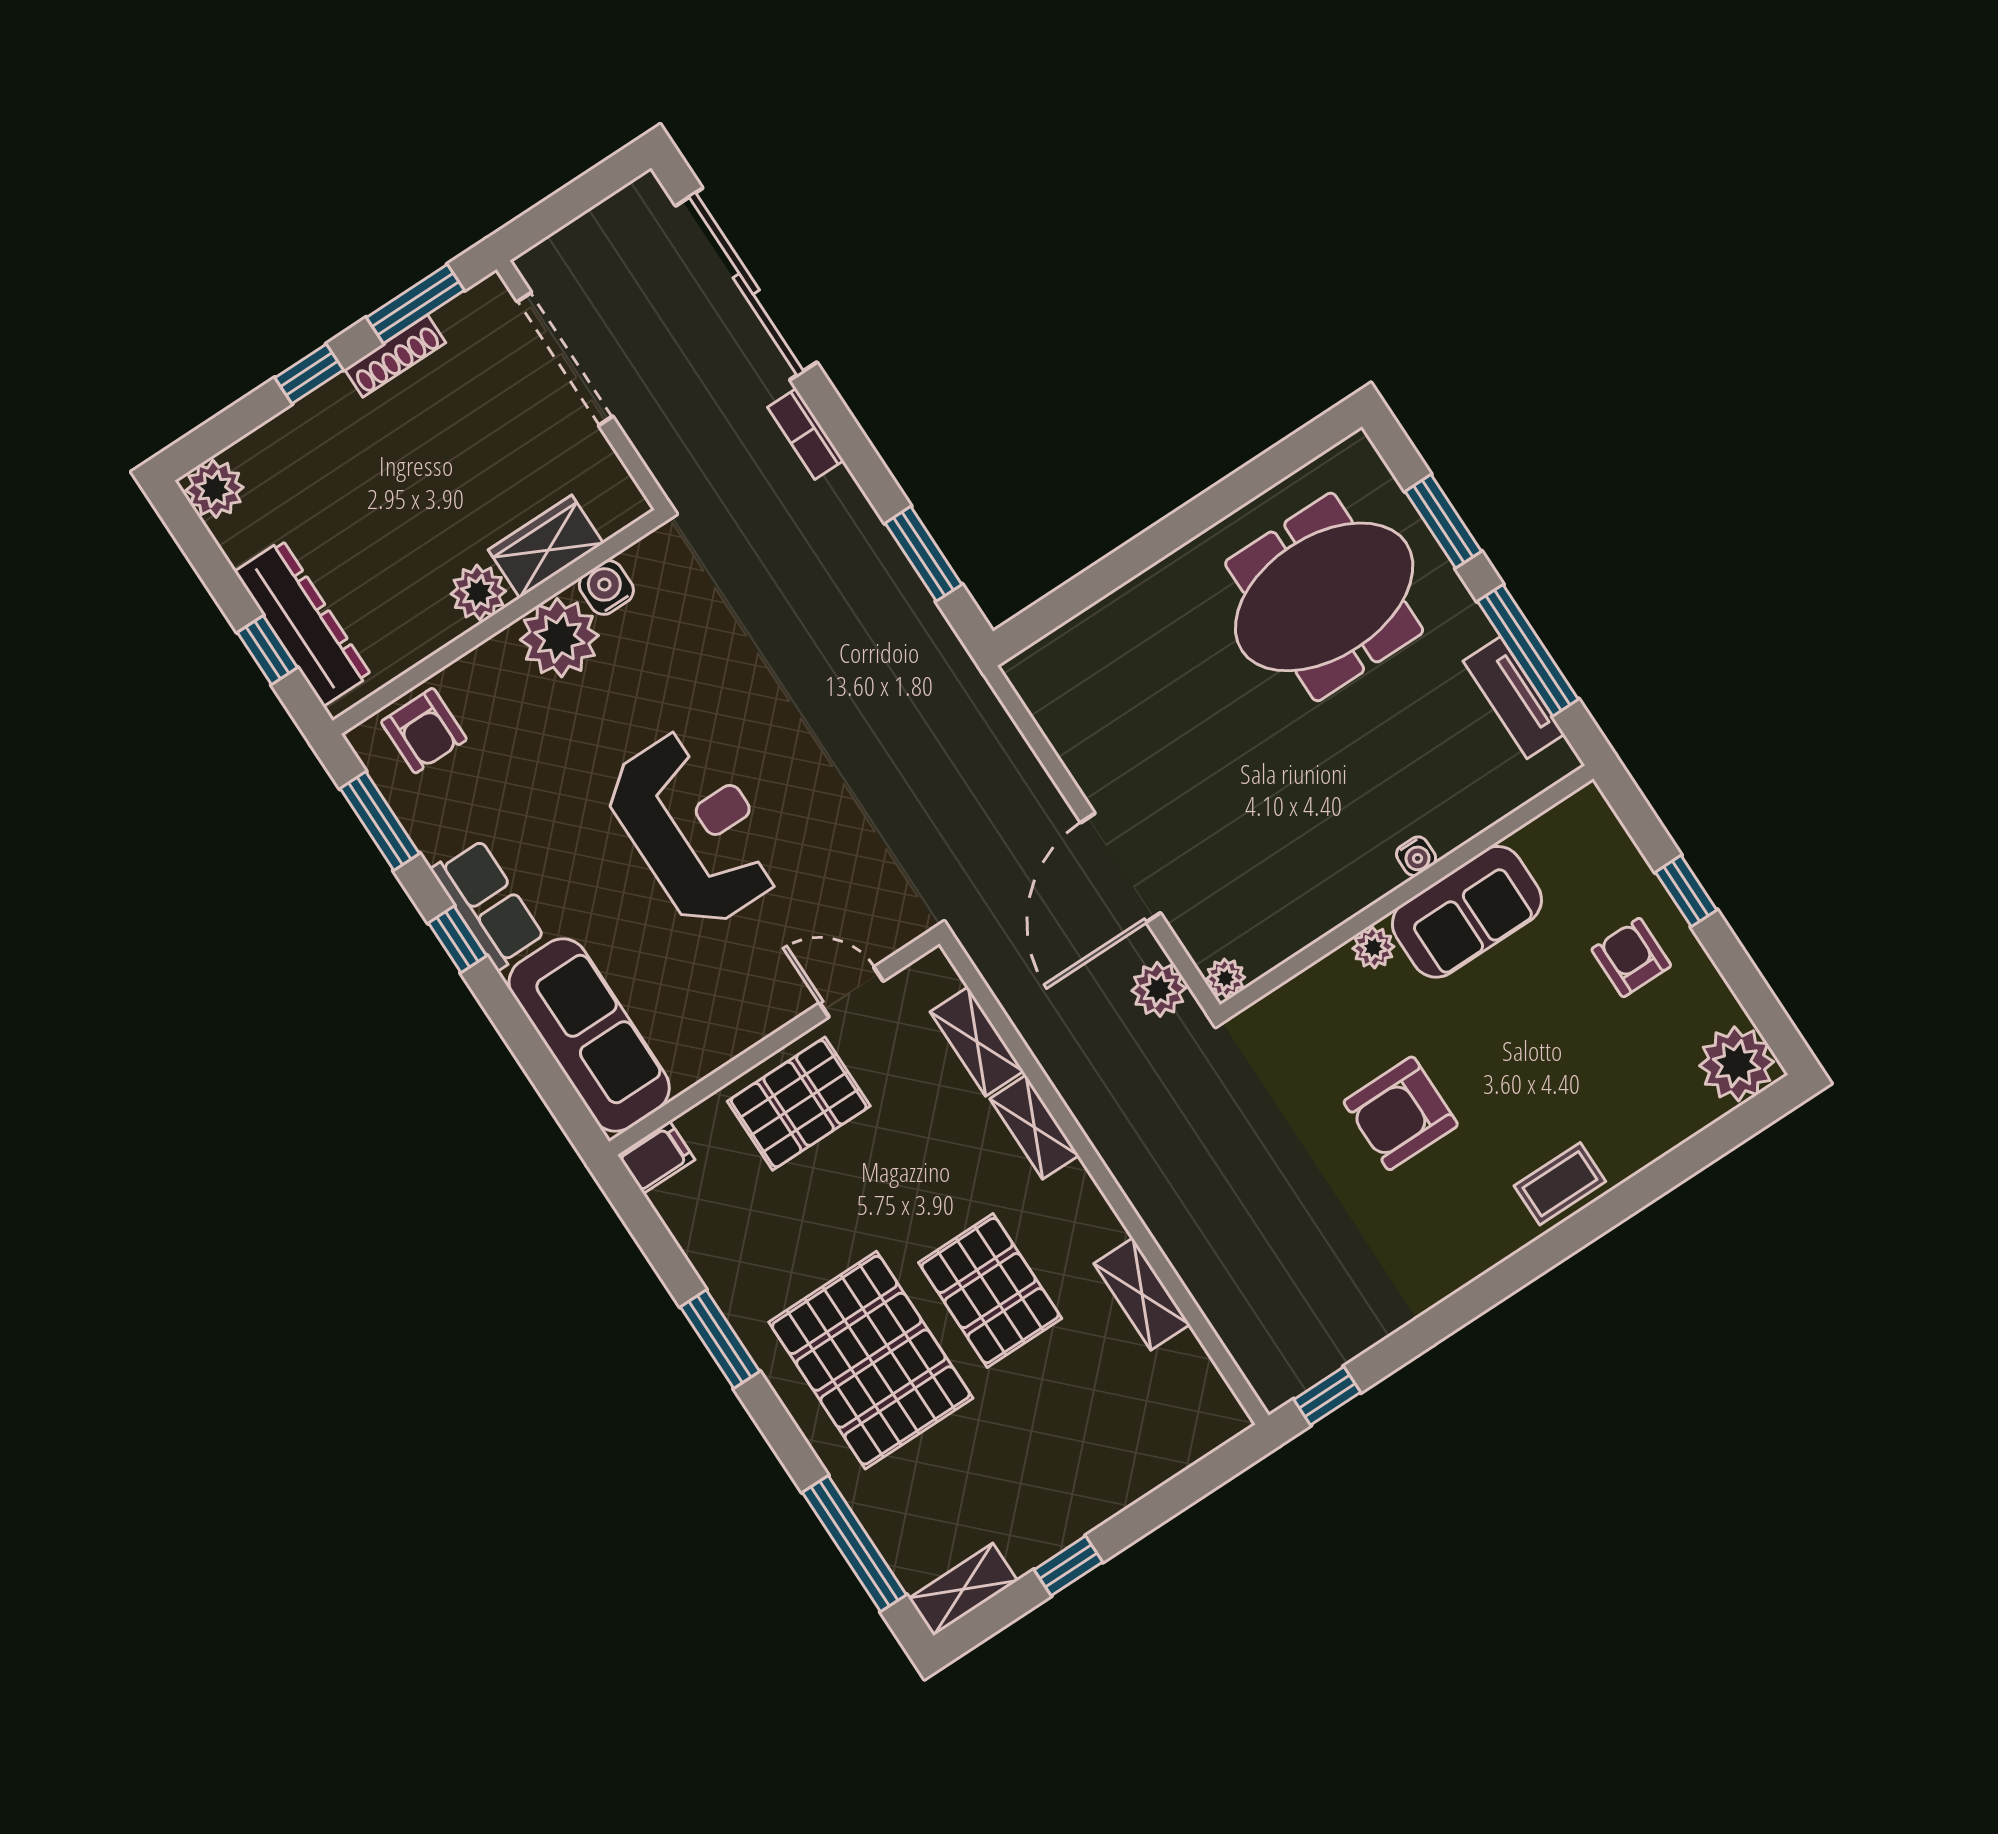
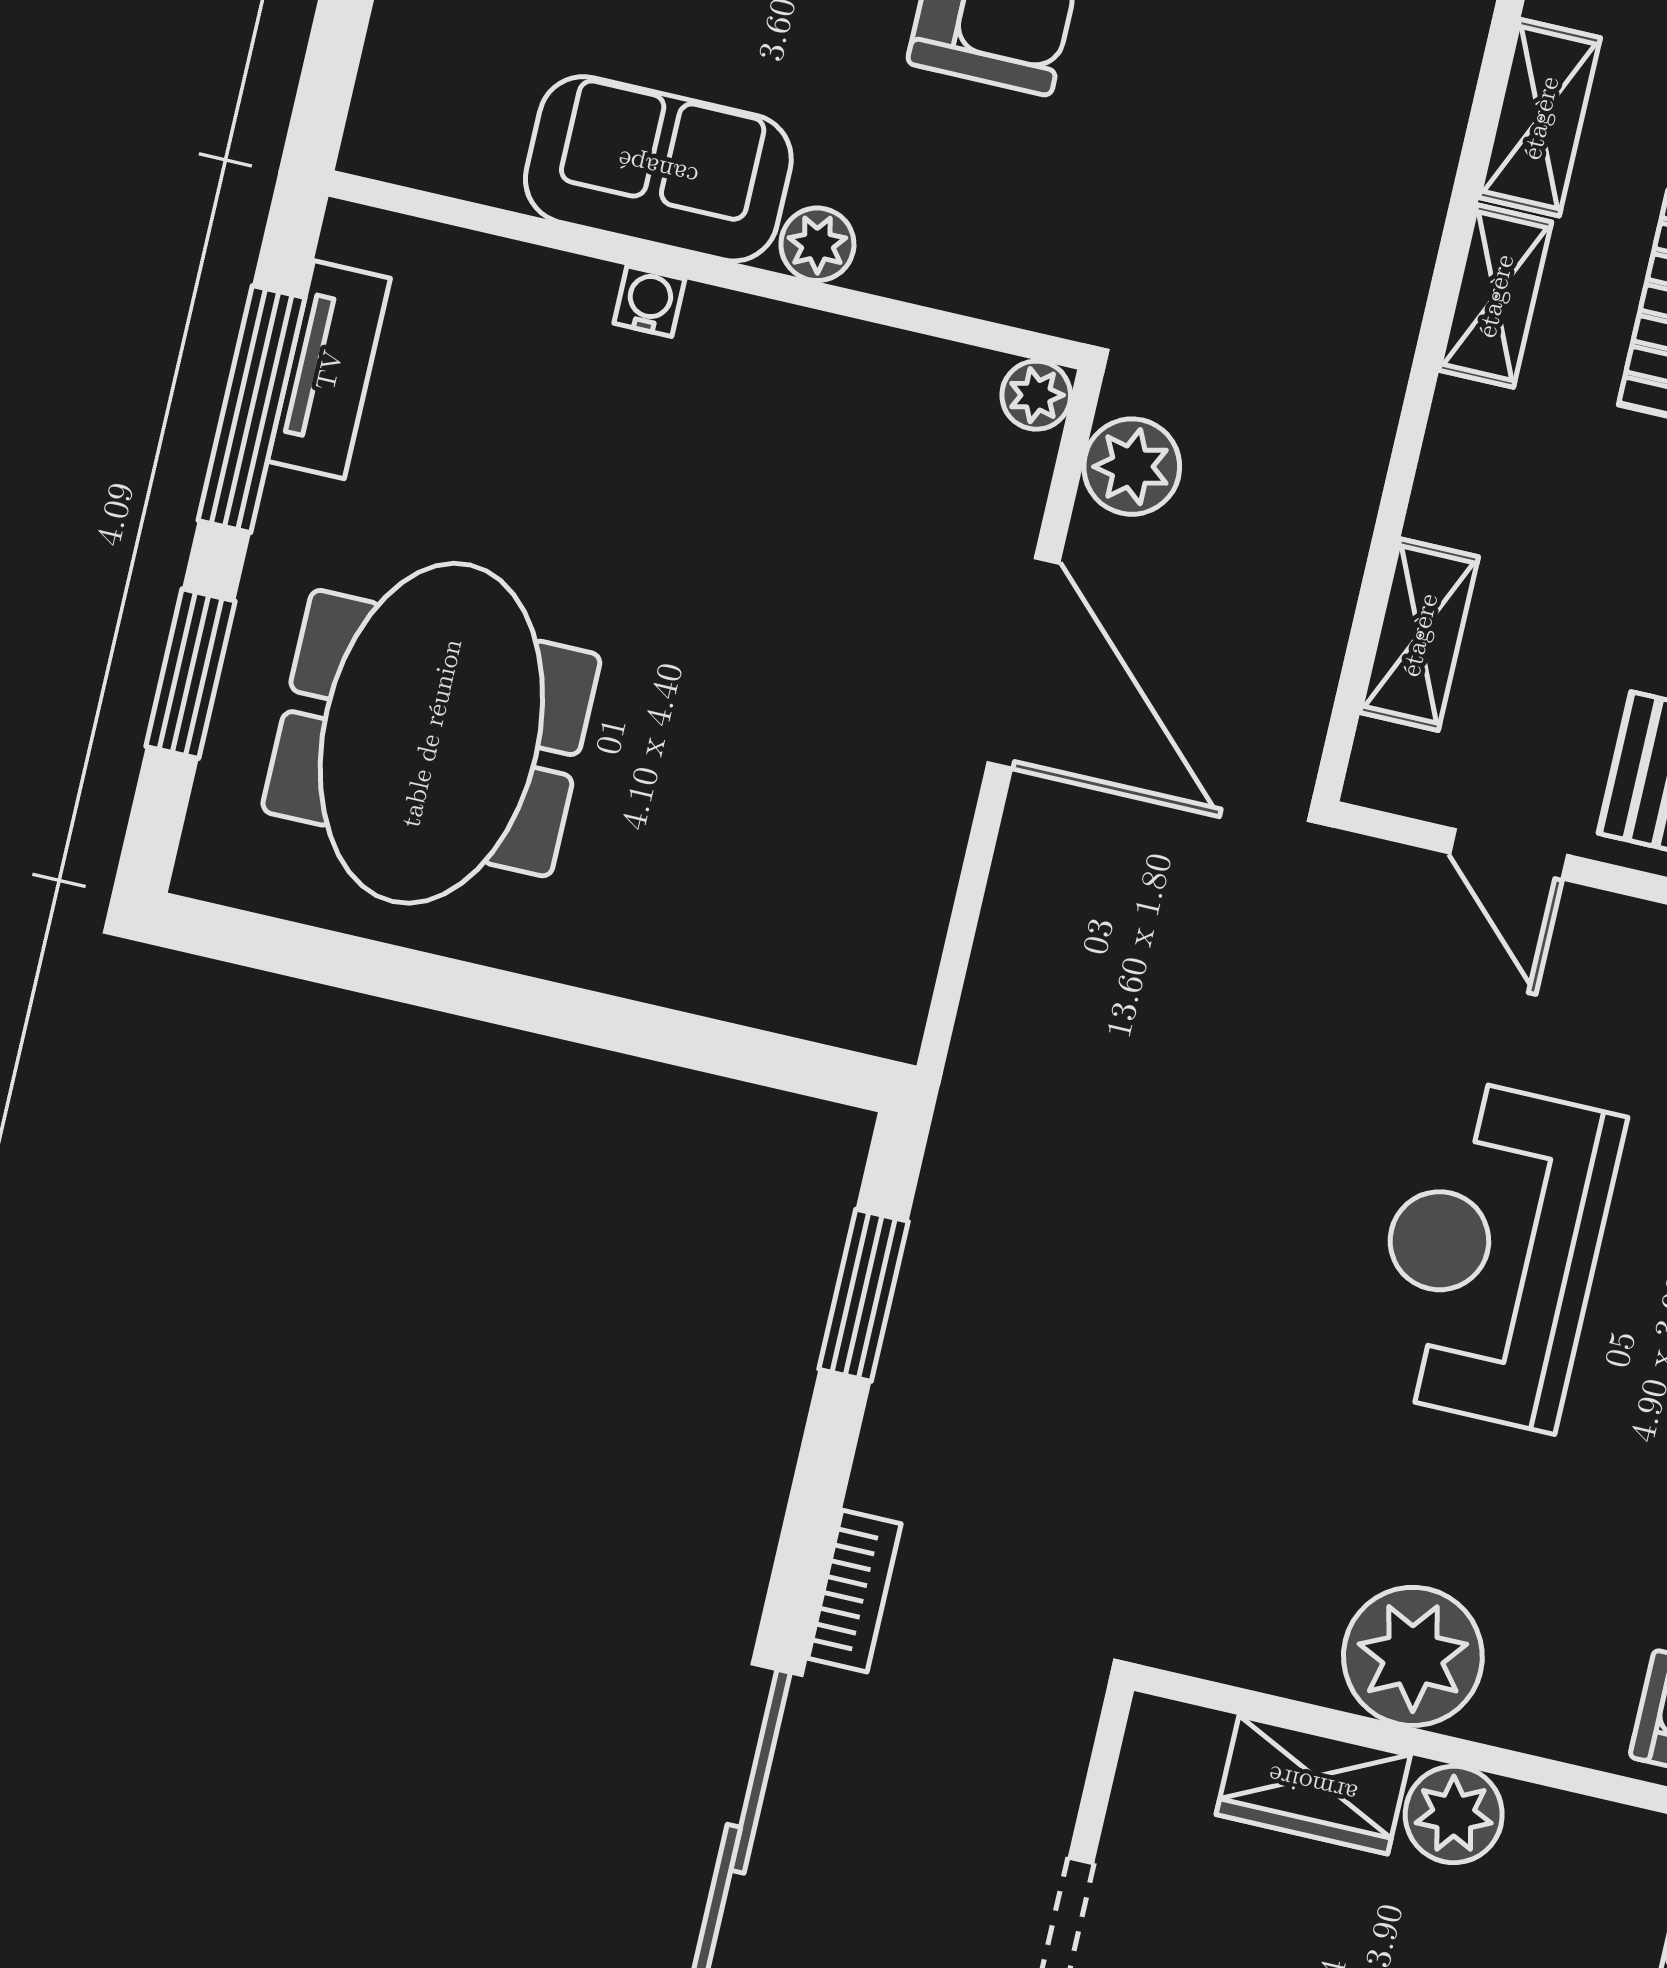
water cooler: (606, 588) -> (1292, 1658), removed
meeting table: (1324, 597) -> (431, 733), turned 90
door: (1121, 868) -> (1023, 663), hinge flipped
shelving: (1034, 1127) -> (1495, 296), moved

